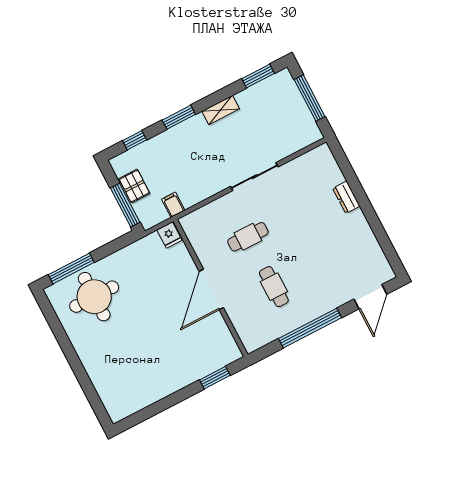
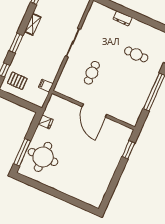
pallet: (134, 186) -> (17, 81), moved
window: (125, 205) -> (24, 103), removed
fridge: (169, 235) -> (46, 122), moved
cafe table: (274, 287) -> (136, 54), moved

